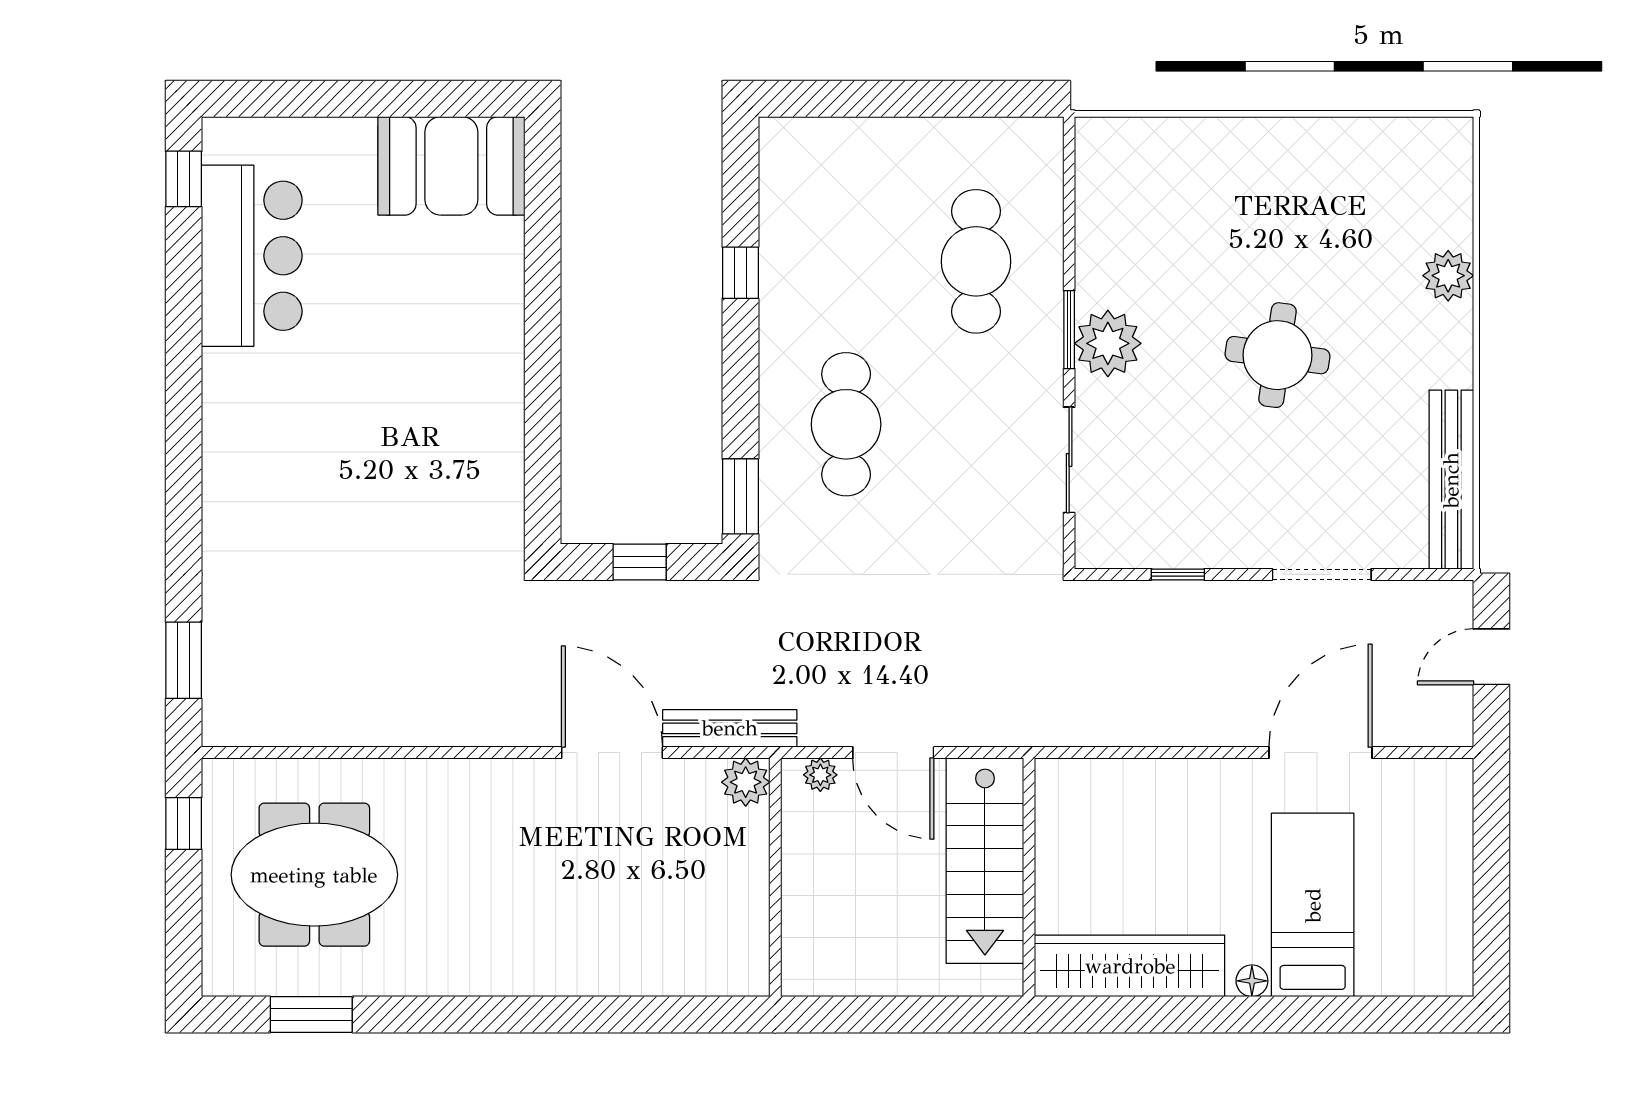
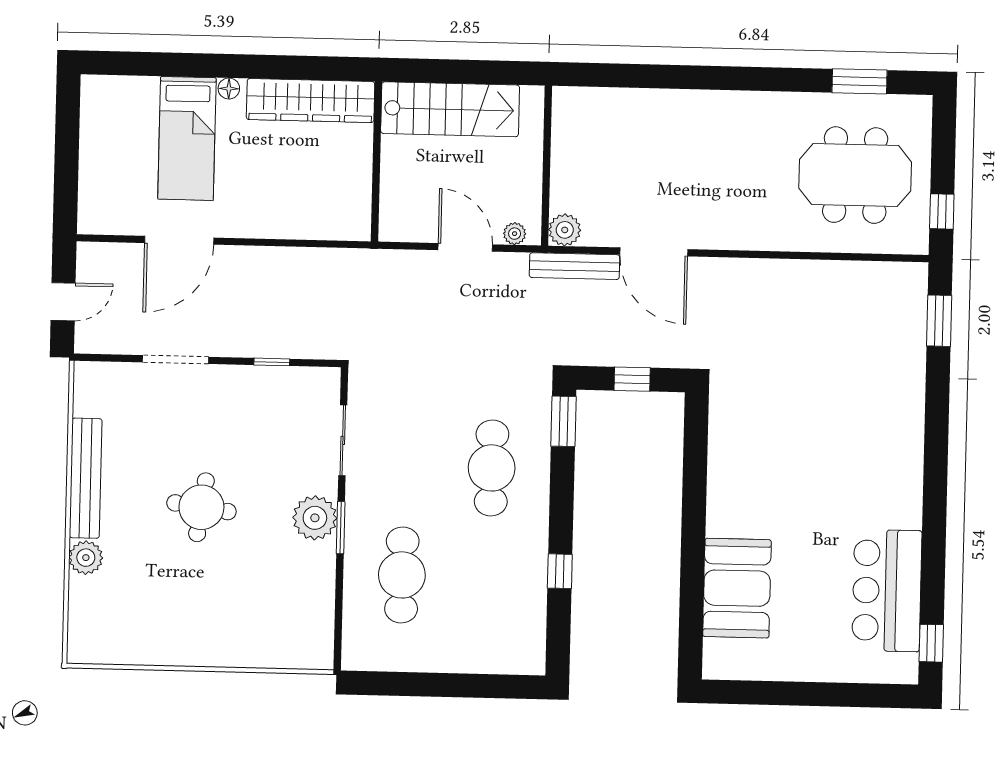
booth: (451, 166) -> (737, 588), moved, turned 90
bench: (1451, 480) -> (86, 478), moved
stairs: (985, 861) -> (450, 109), moved, turned 90

